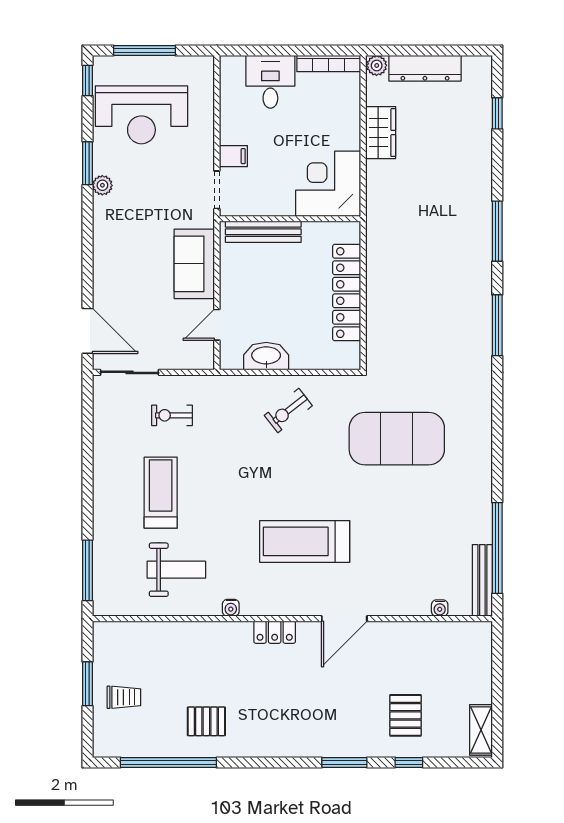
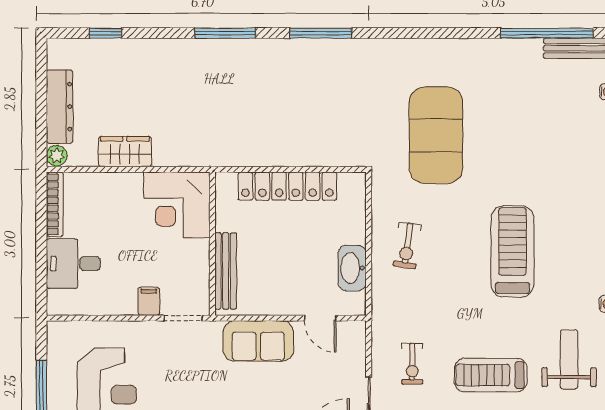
exercise bike: (288, 411) -> (407, 245), turned 46
treadmill: (305, 541) -> (512, 251), moved, turned 180

